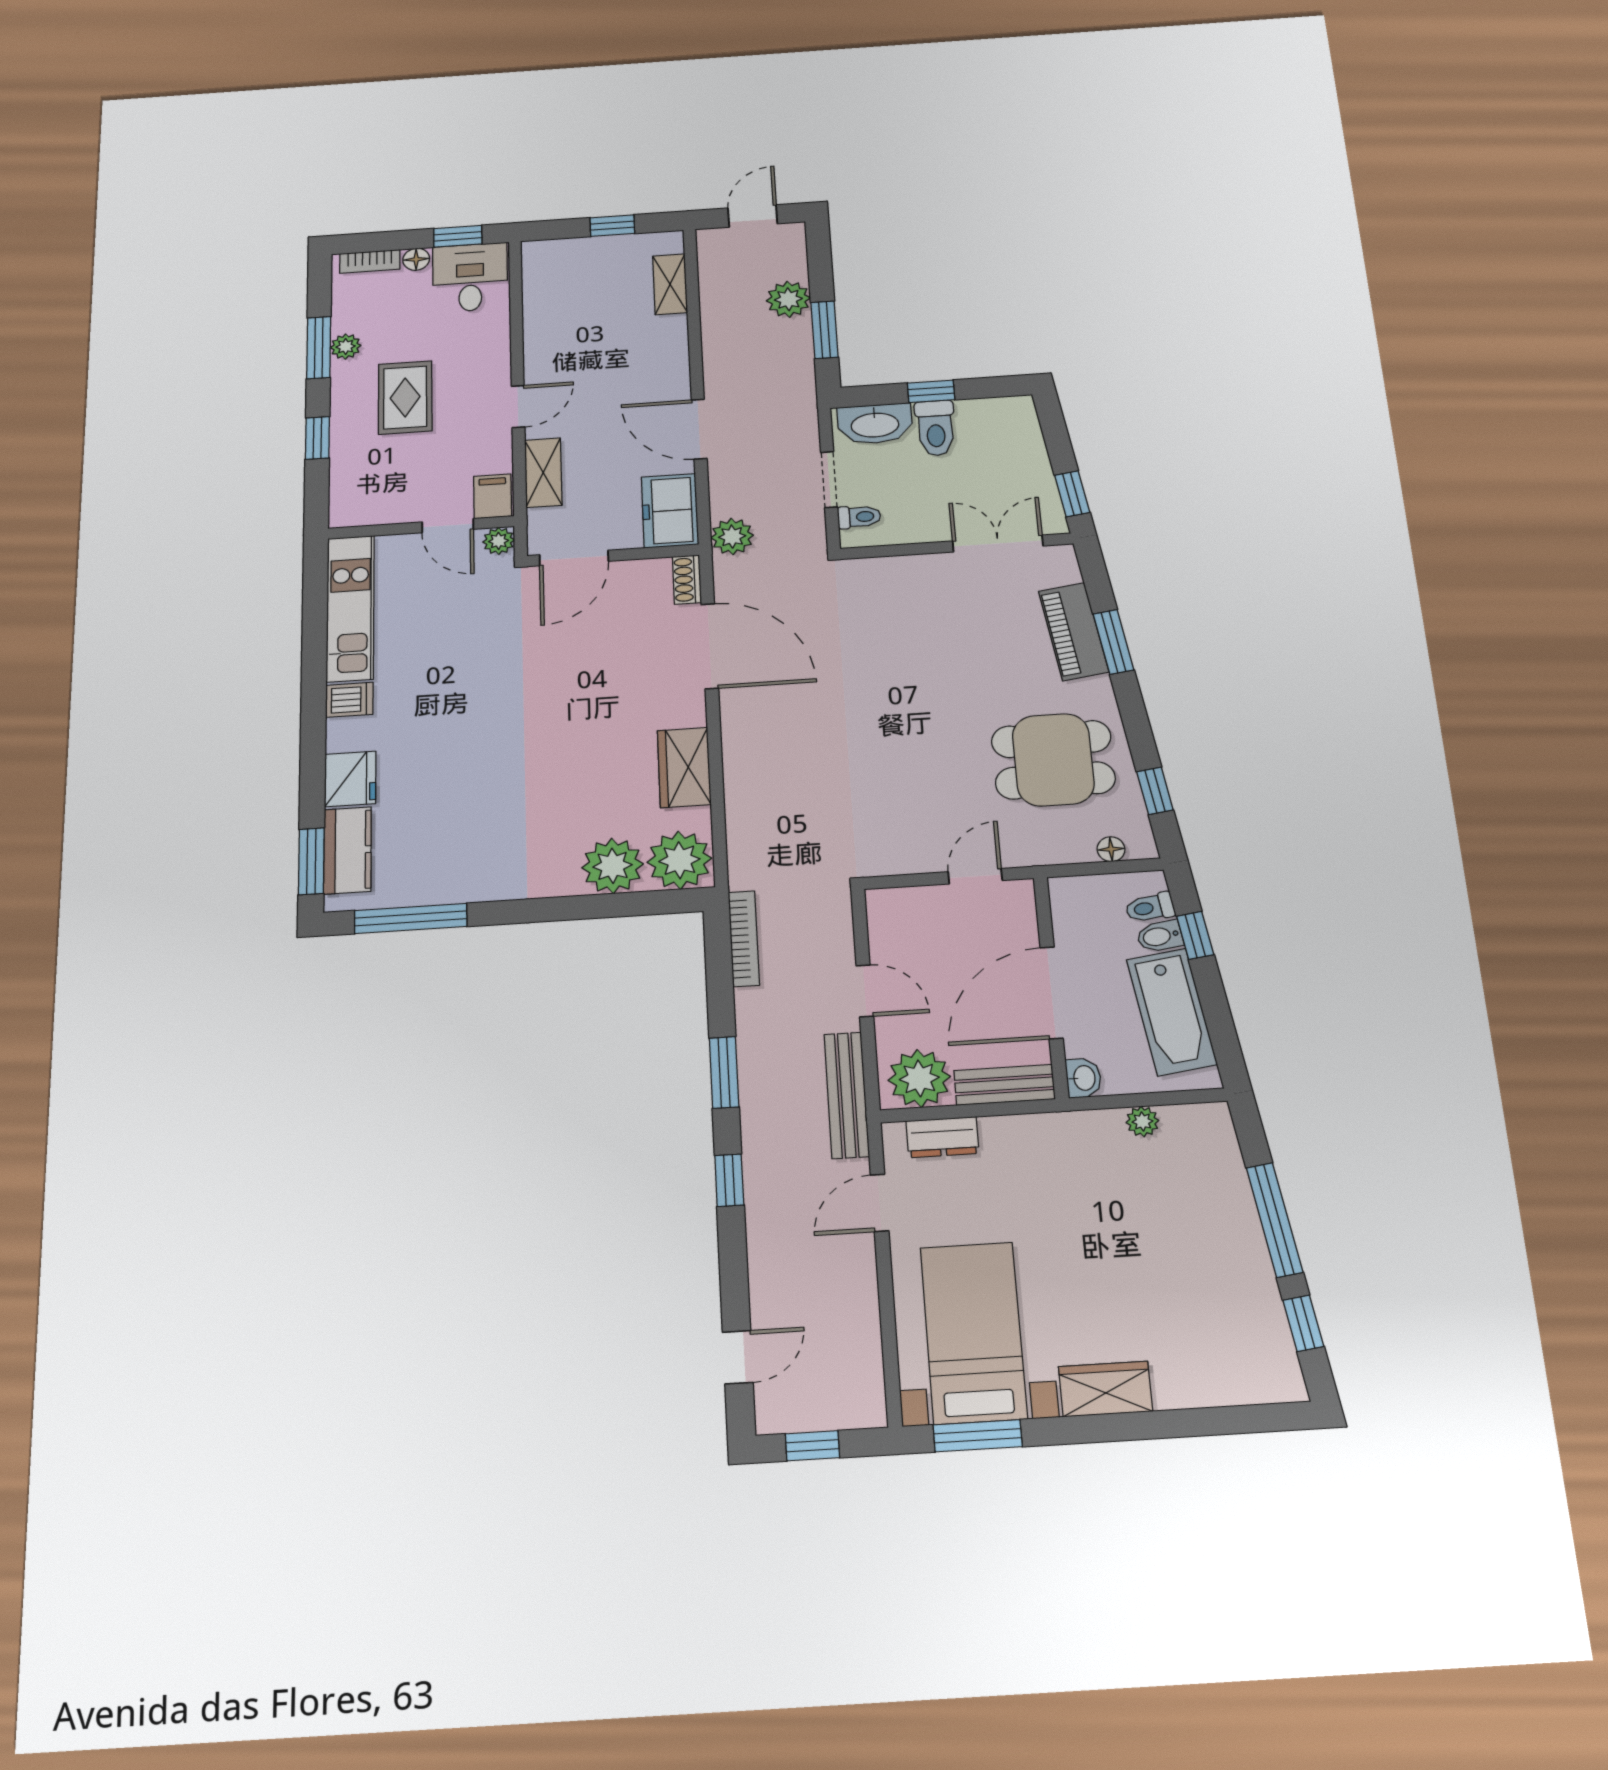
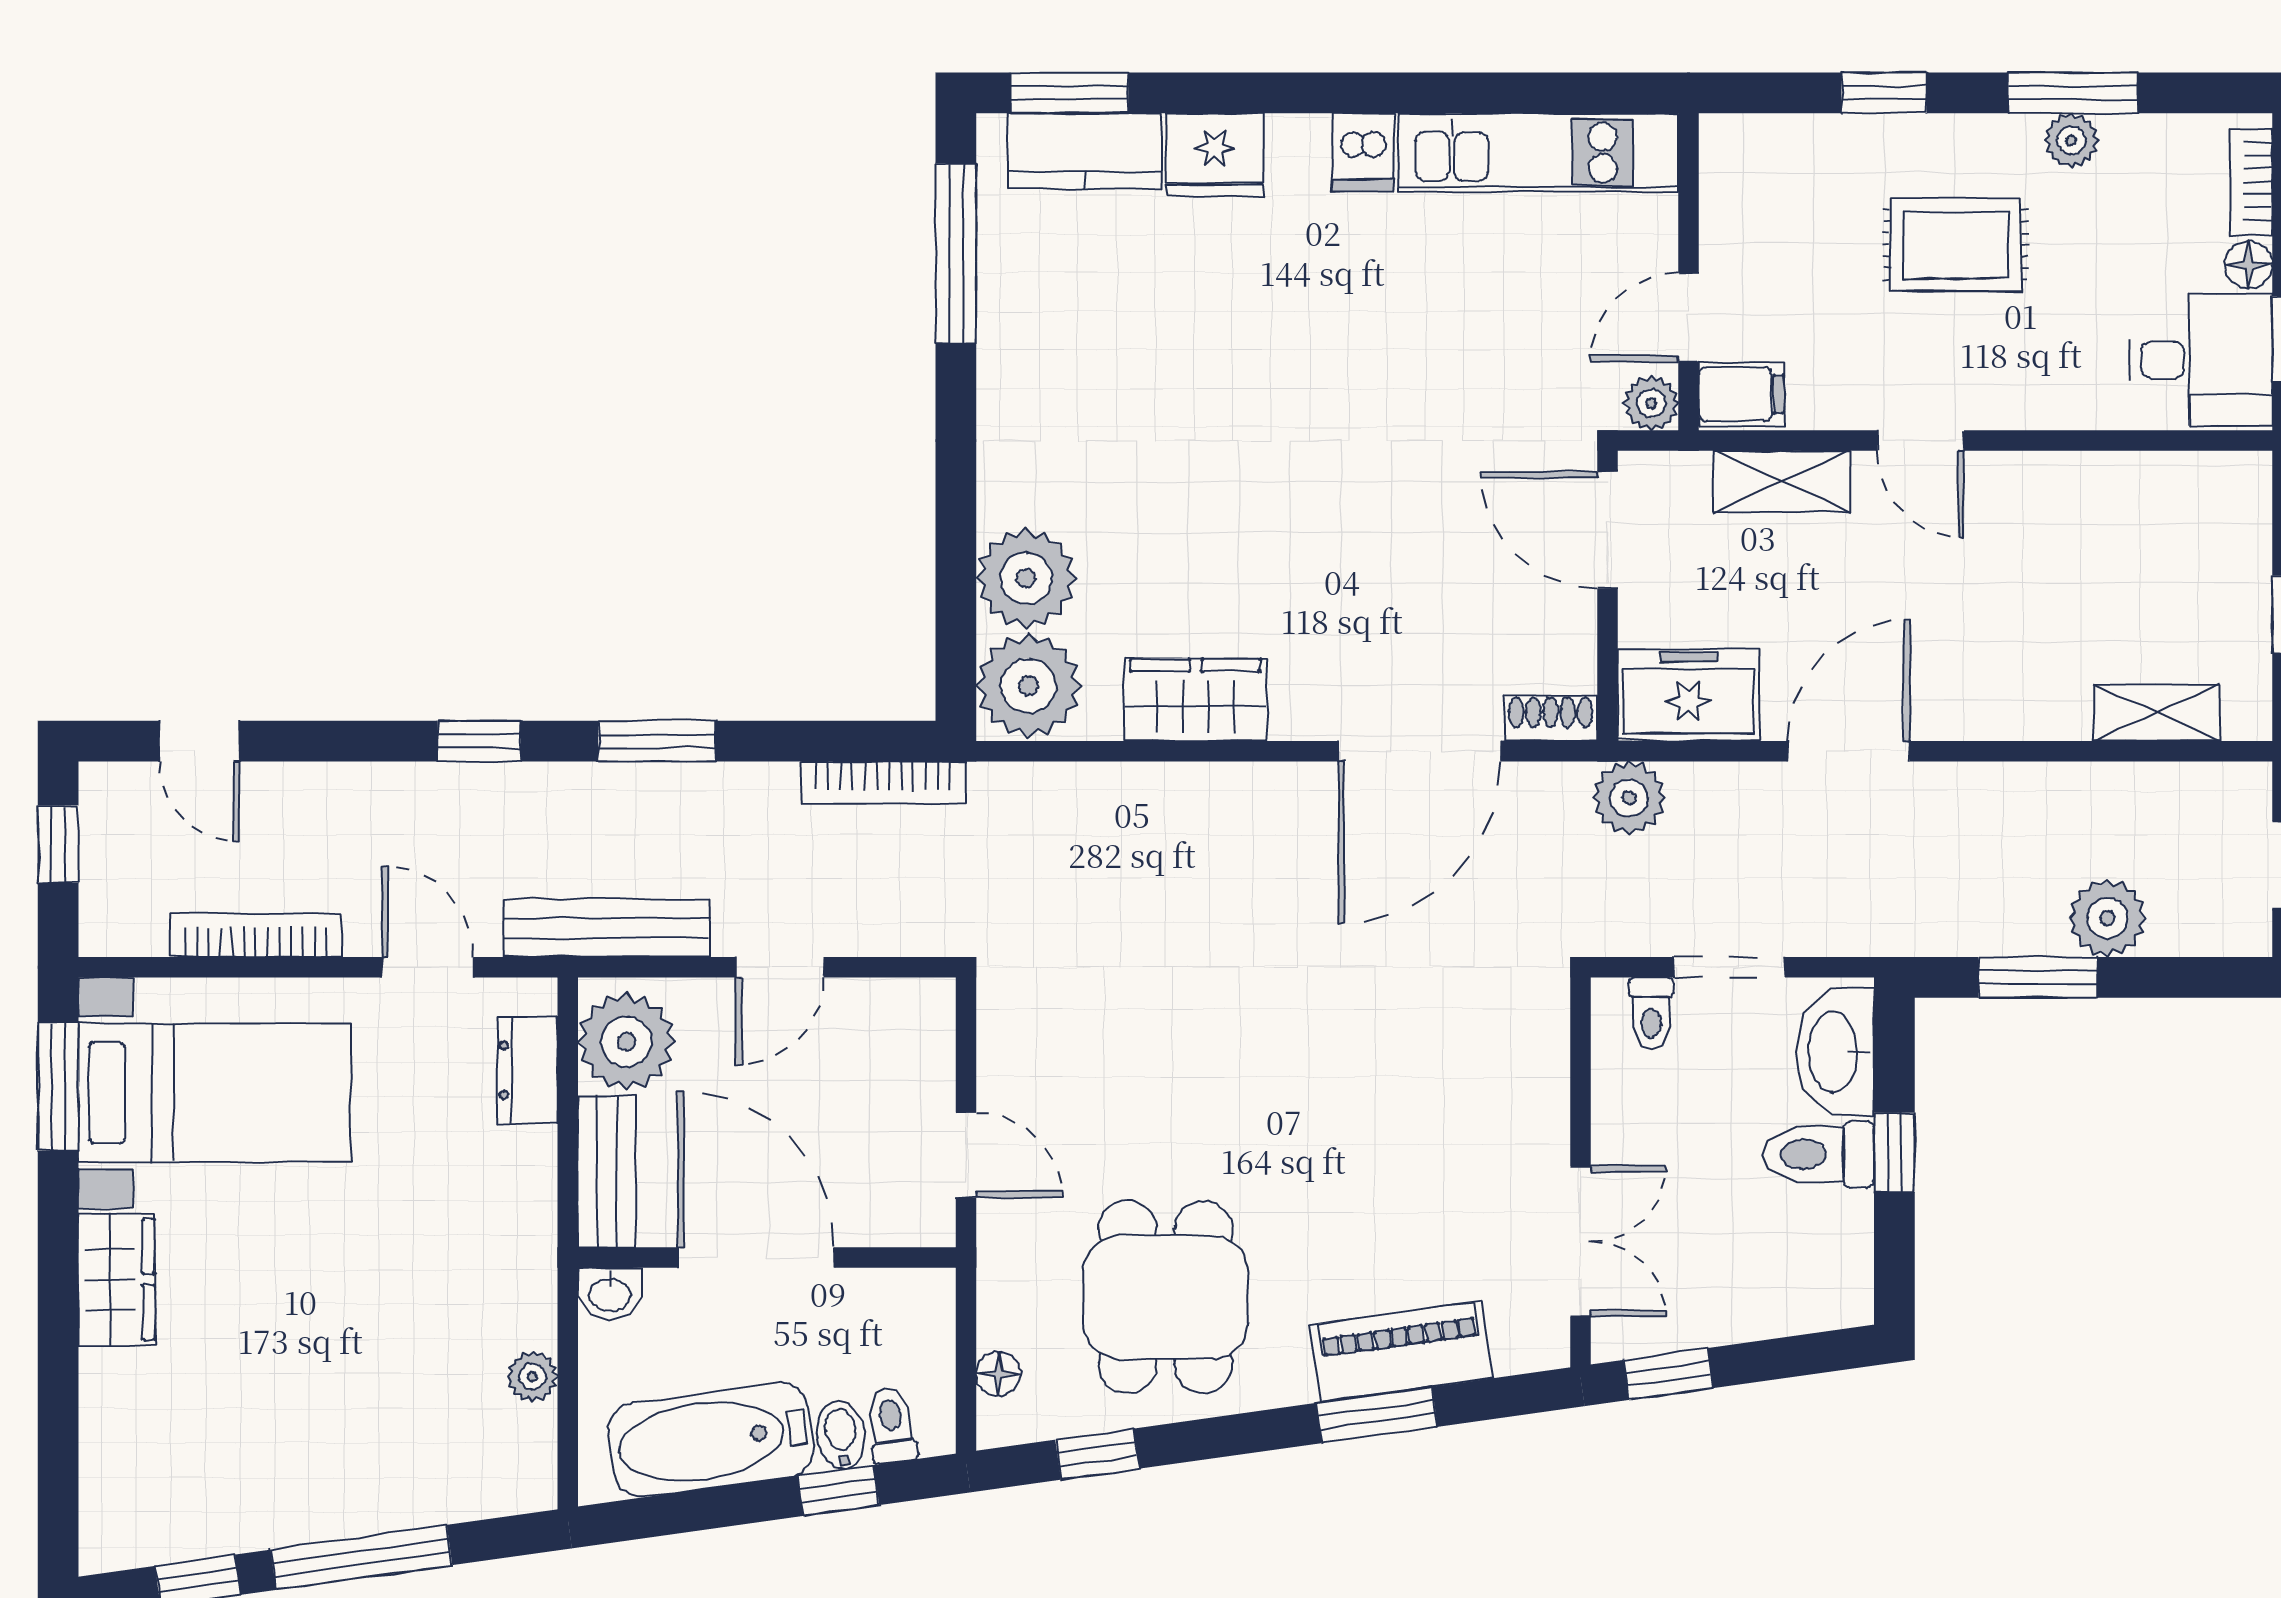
bookcase: (866, 1313) -> (256, 935), added

